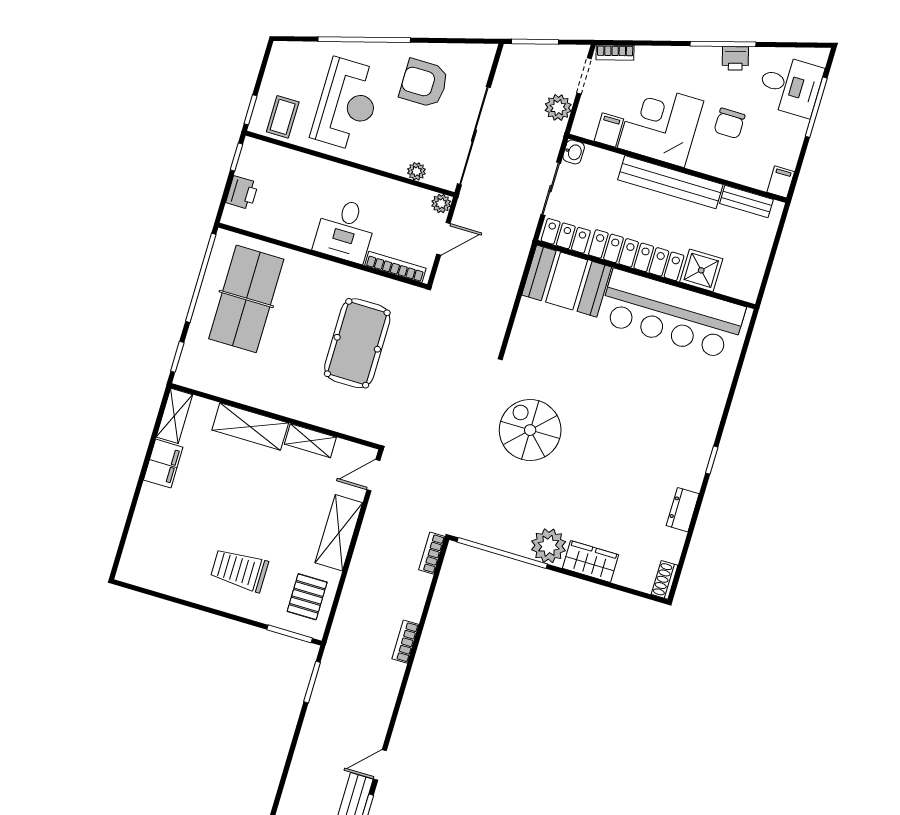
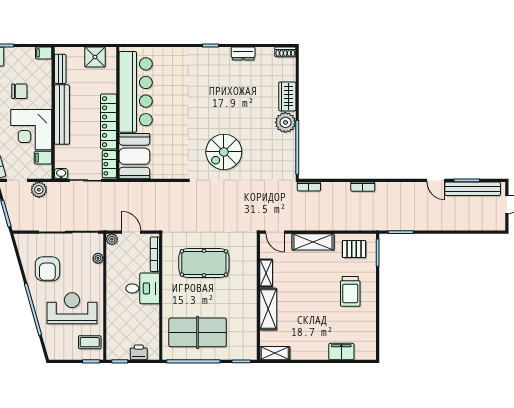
shower: (701, 270) -> (95, 57), moved
filing cabinet: (163, 464) -> (341, 352), moved

